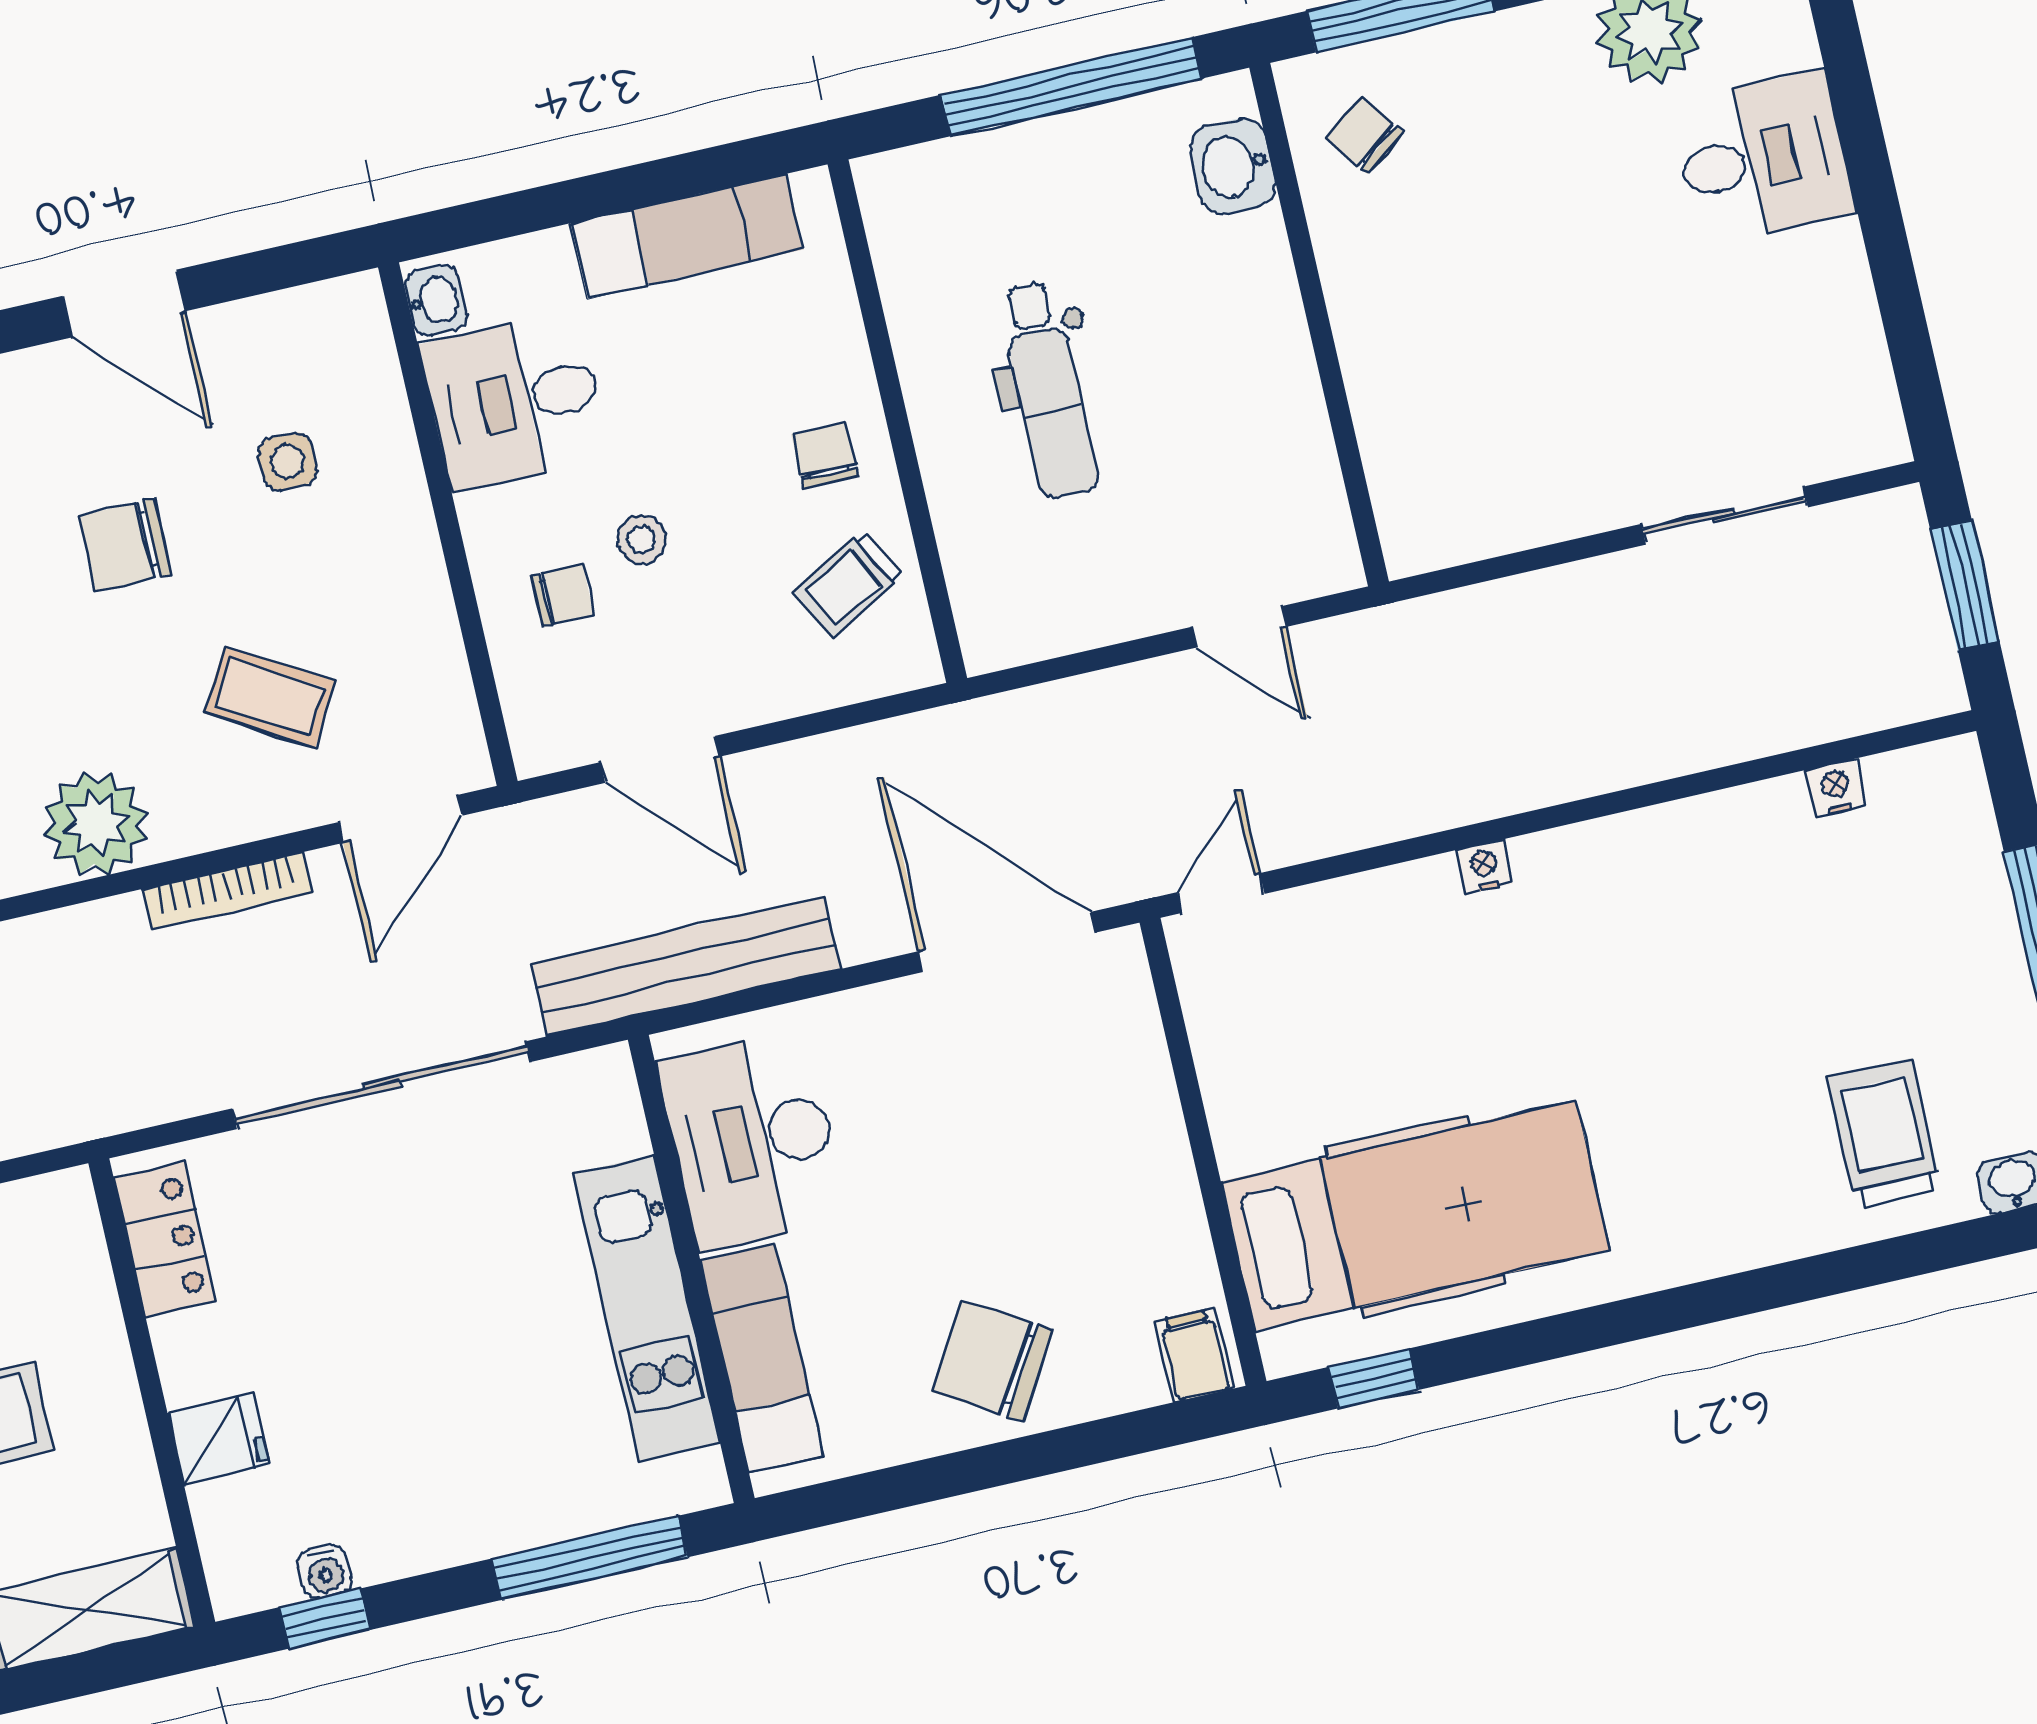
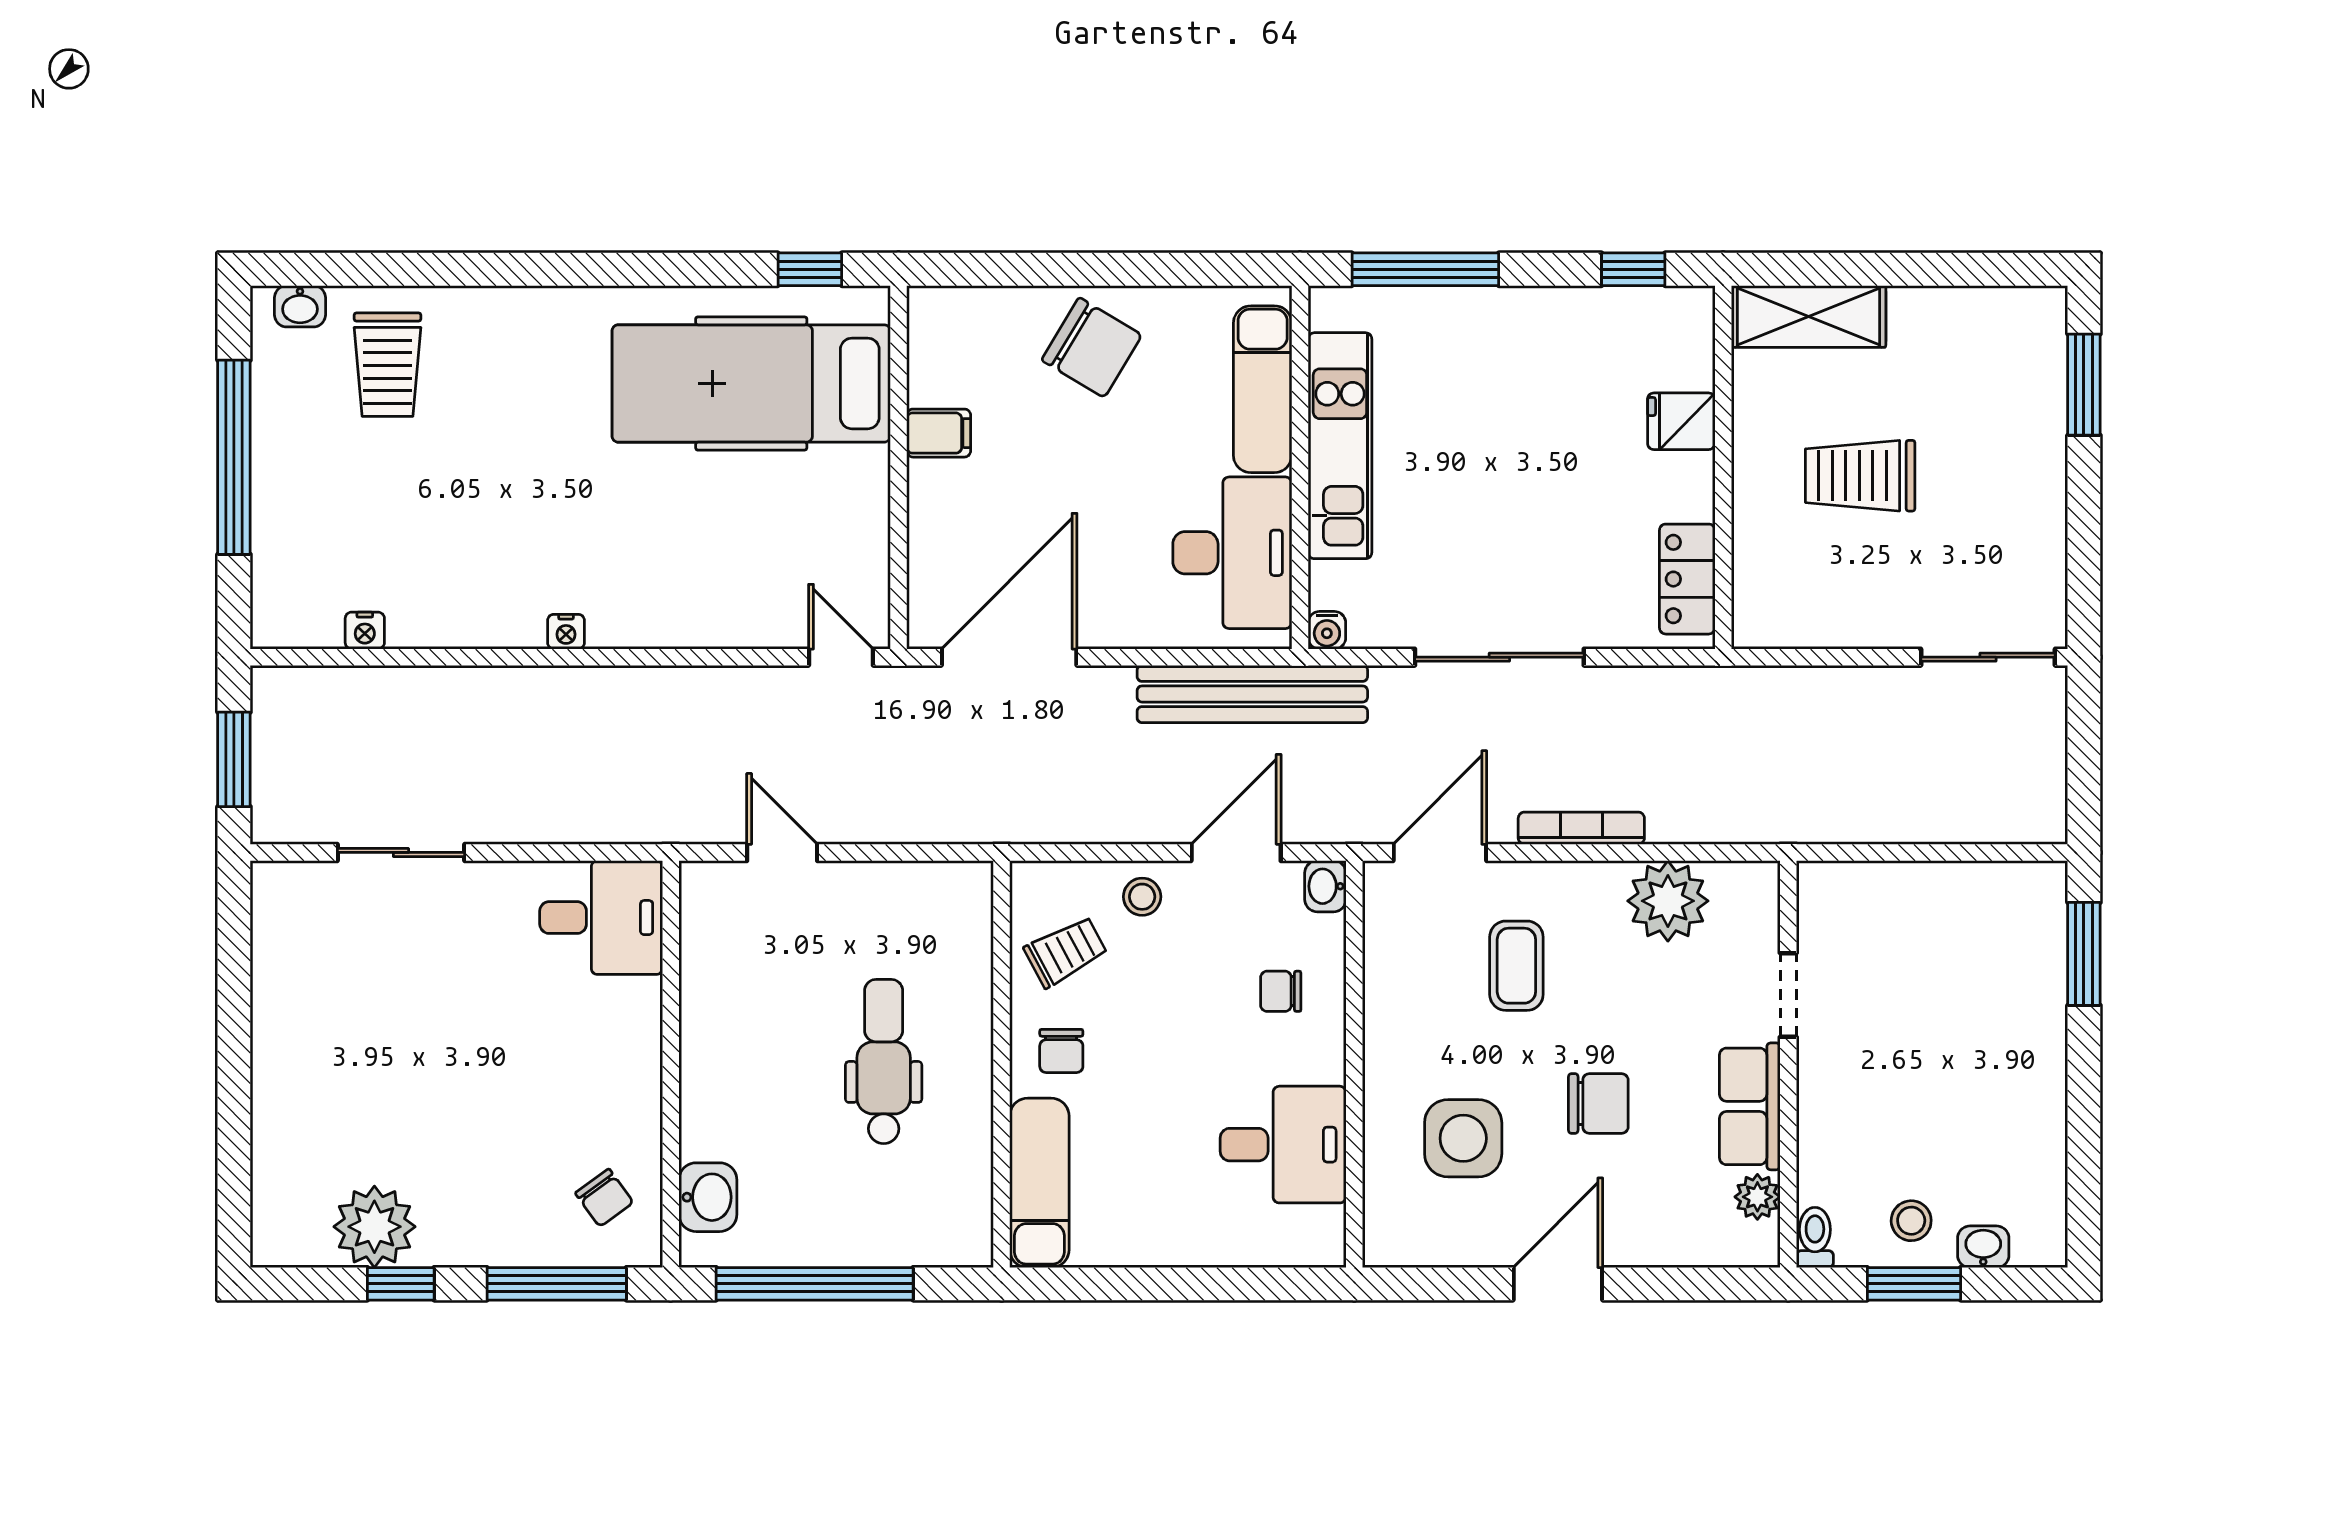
desk: (1763, 158) -> (601, 918), moved, turned 180
exam couch: (687, 236) -> (1039, 1183), moved, turned 90
washbasin: (435, 301) -> (1325, 886), moved
door: (124, 304) -> (1558, 1284), hinge flipped
side table: (287, 461) -> (1463, 1138), width x1.87, depth x1.87
stool: (642, 540) -> (1142, 897), moved
coffee table: (270, 697) -> (1516, 966), turned 60
door: (660, 759) -> (1236, 852), hinge flipped
nightstand: (1484, 867) -> (566, 632), moved
door: (1221, 893) -> (841, 657), swing flipped
door: (1007, 942) -> (1009, 657), swing flipped
sliding door: (382, 1085) -> (1499, 657), width x0.73
filing cabinet: (1194, 1355) -> (939, 433), moved, turned -90
water cooler: (325, 1571) -> (1327, 630), moved, turned 180

